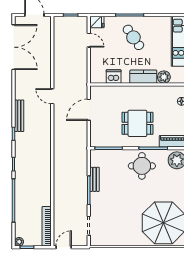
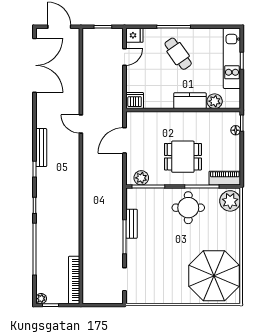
door: (89, 40) -> (125, 57), hinge flipped
dishwasher: (114, 76) -> (135, 101), moved
plant: (103, 141) -> (141, 178), added
door: (64, 247) -> (94, 305), removed

